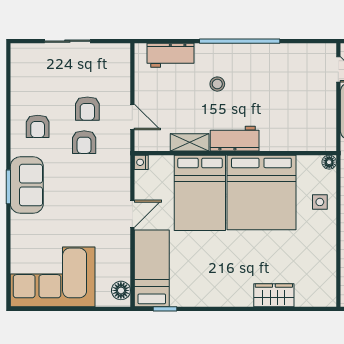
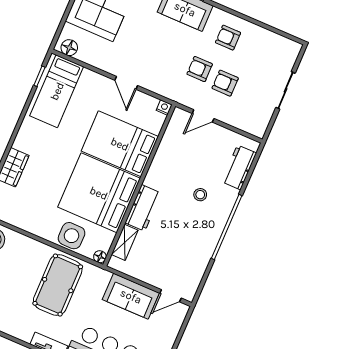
workbench: (235, 139) -> (143, 208), moved
shelving: (190, 142) -> (125, 242), moved
side table: (320, 202) -> (72, 236), width x1.87, depth x1.87
bed: (152, 268) -> (57, 91), moved, turned 90

